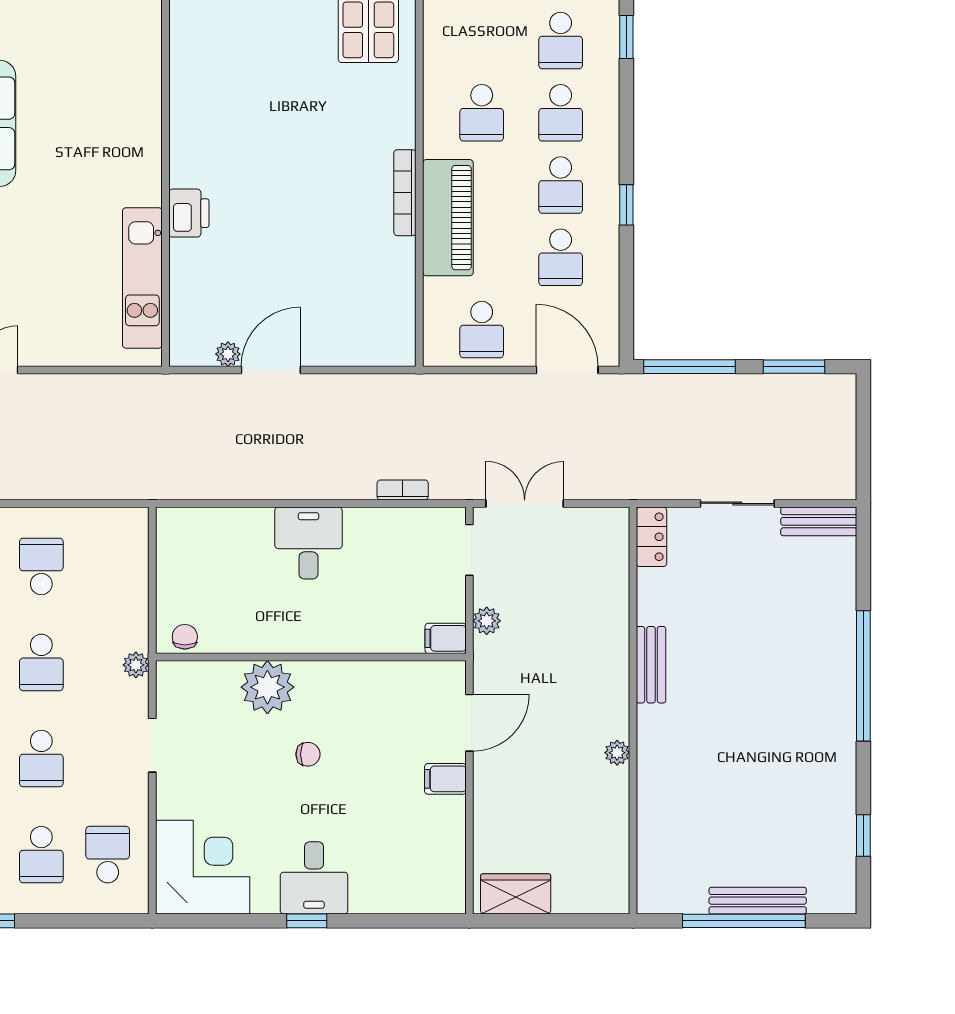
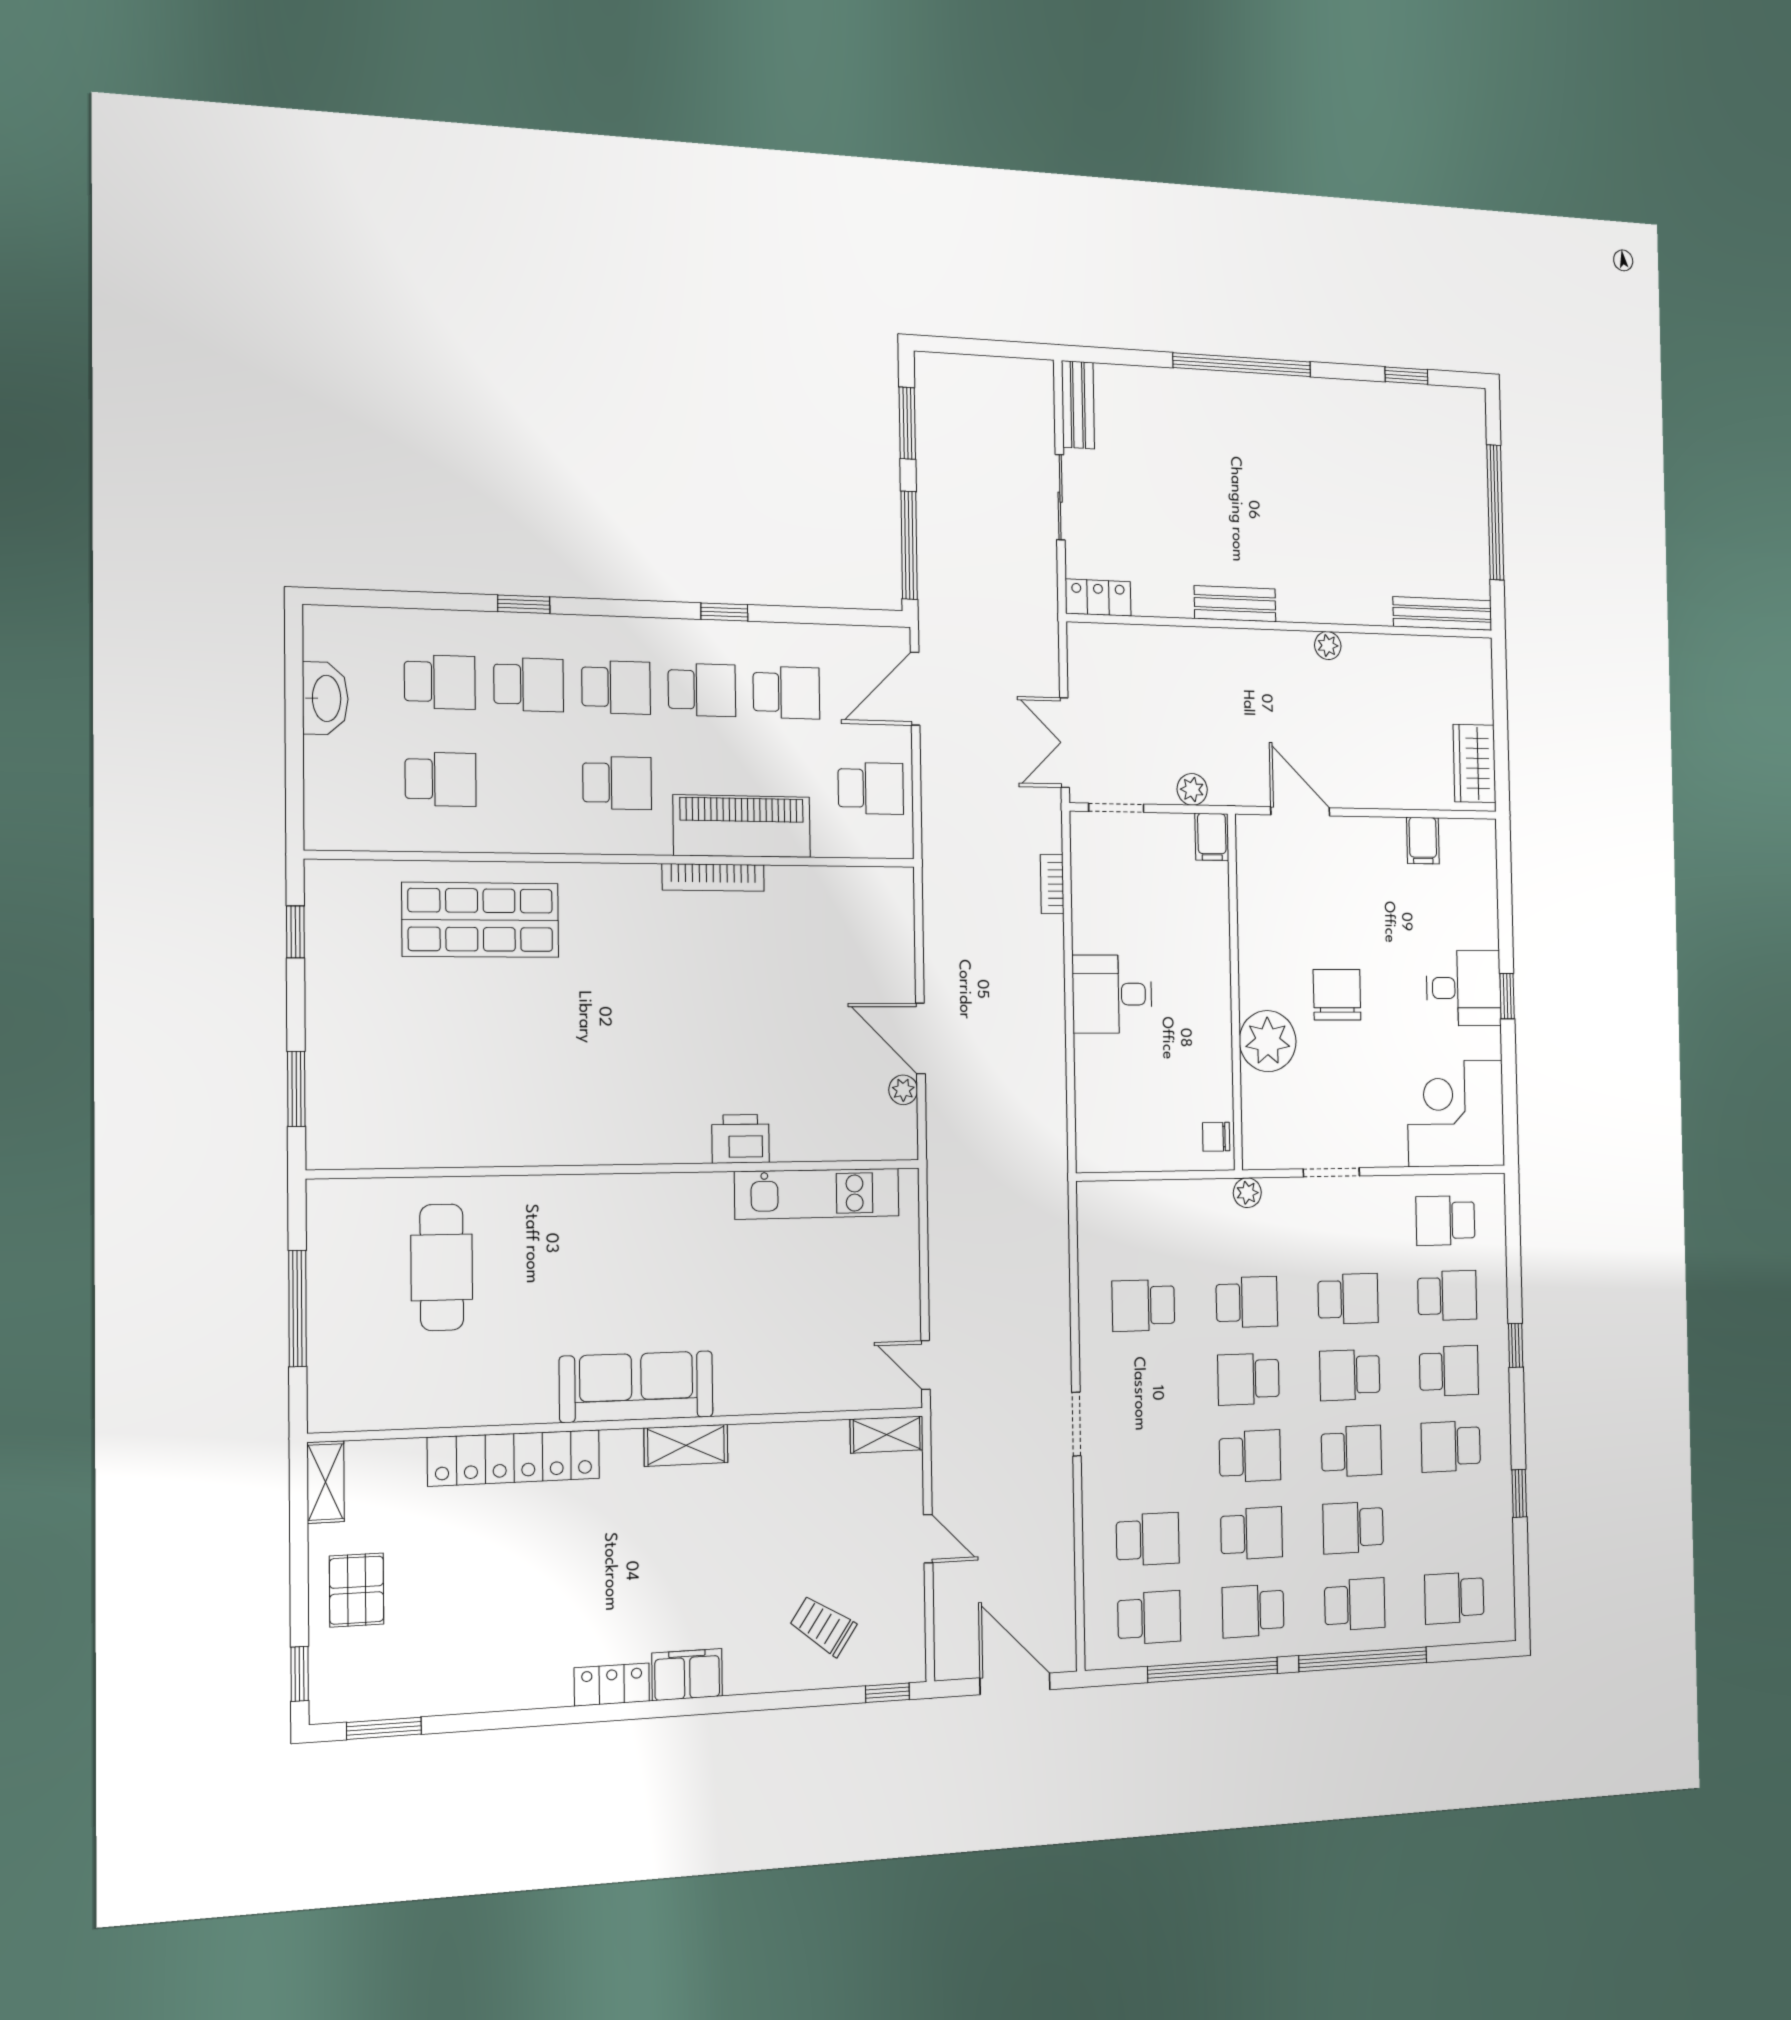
chair: (308, 754) -> (1337, 995), width x1.87, depth x1.87
filing cabinet: (445, 779) -> (1423, 841), moved
bench: (758, 901) -> (1442, 613), moved, turned 90

